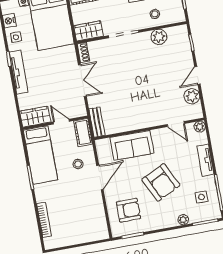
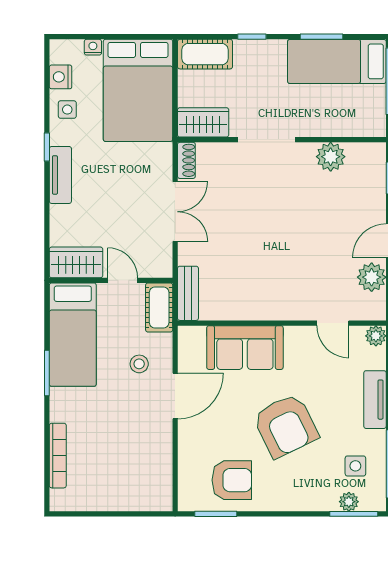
stool: (155, 14) -> (331, 113), removed
tv unit: (19, 72) -> (60, 175), width x0.71
armchair: (128, 210) -> (232, 480), moved
plant: (183, 220) -> (349, 502), moved

